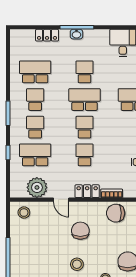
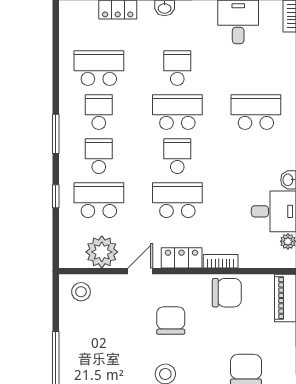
school desk: (84, 155) -> (177, 200), width x1.85
door: (61, 200) -> (140, 271), swing flipped
chair: (116, 213) -> (227, 293), turned 180

